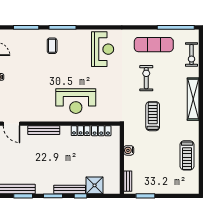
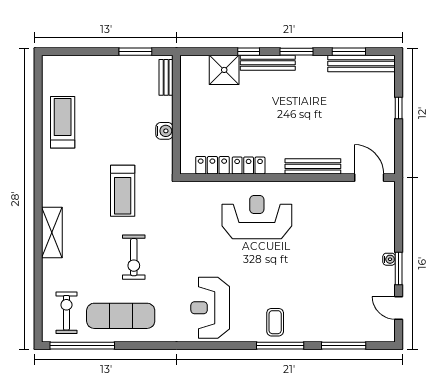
coffee table: (52, 46) -> (275, 322), moved
exercise bike: (192, 54) -> (66, 313), moved
shelving: (193, 99) -> (52, 232), width x0.68

